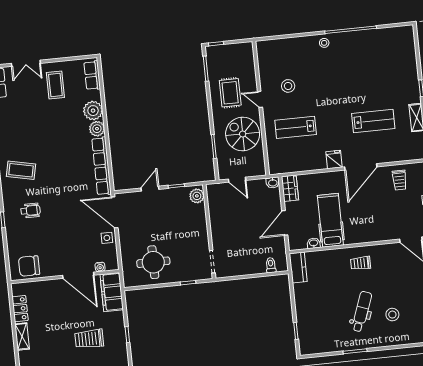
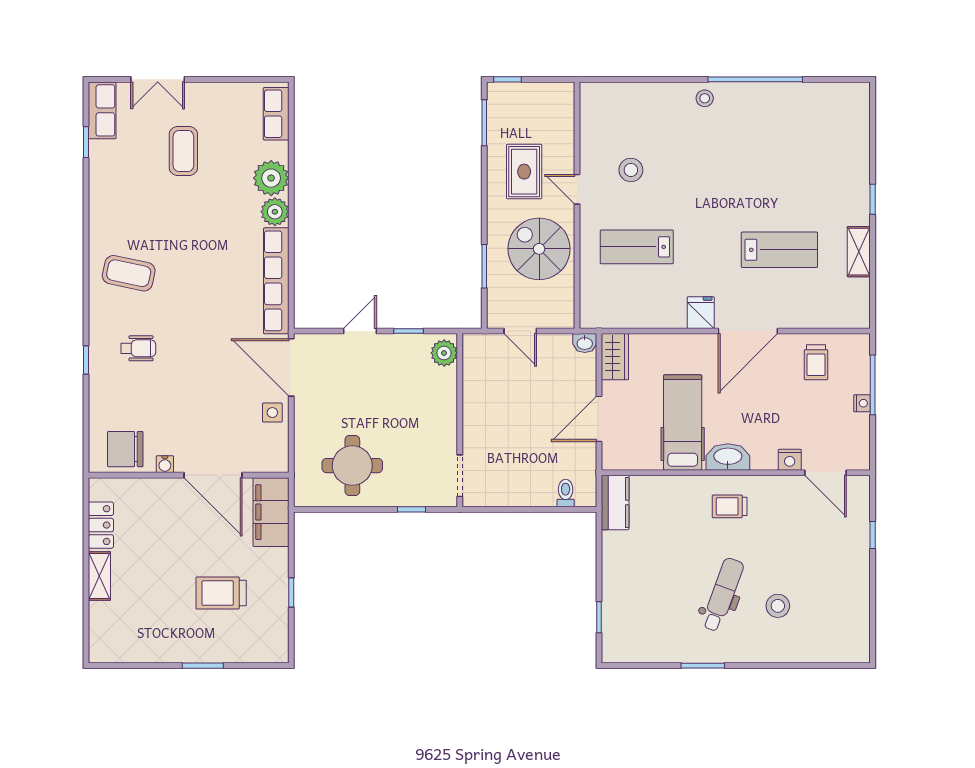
coffee table: (55, 85) -> (183, 151), moved
nightstand: (391, 234) -> (790, 460), added
washbasin: (314, 243) -> (728, 457), moved, width x1.91, depth x1.45
water cooler: (100, 267) -> (165, 464), moved

